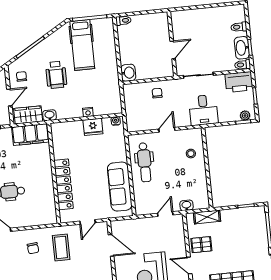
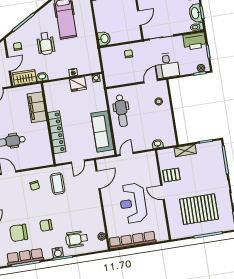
door: (167, 130) -> (151, 81), moved
filing cabinet: (30, 135) -> (37, 107), moved, turned 90
door: (165, 214) -> (127, 154), moved
shelving: (207, 217) -> (185, 151), moved
door: (111, 245) -> (98, 180), hinge flipped

